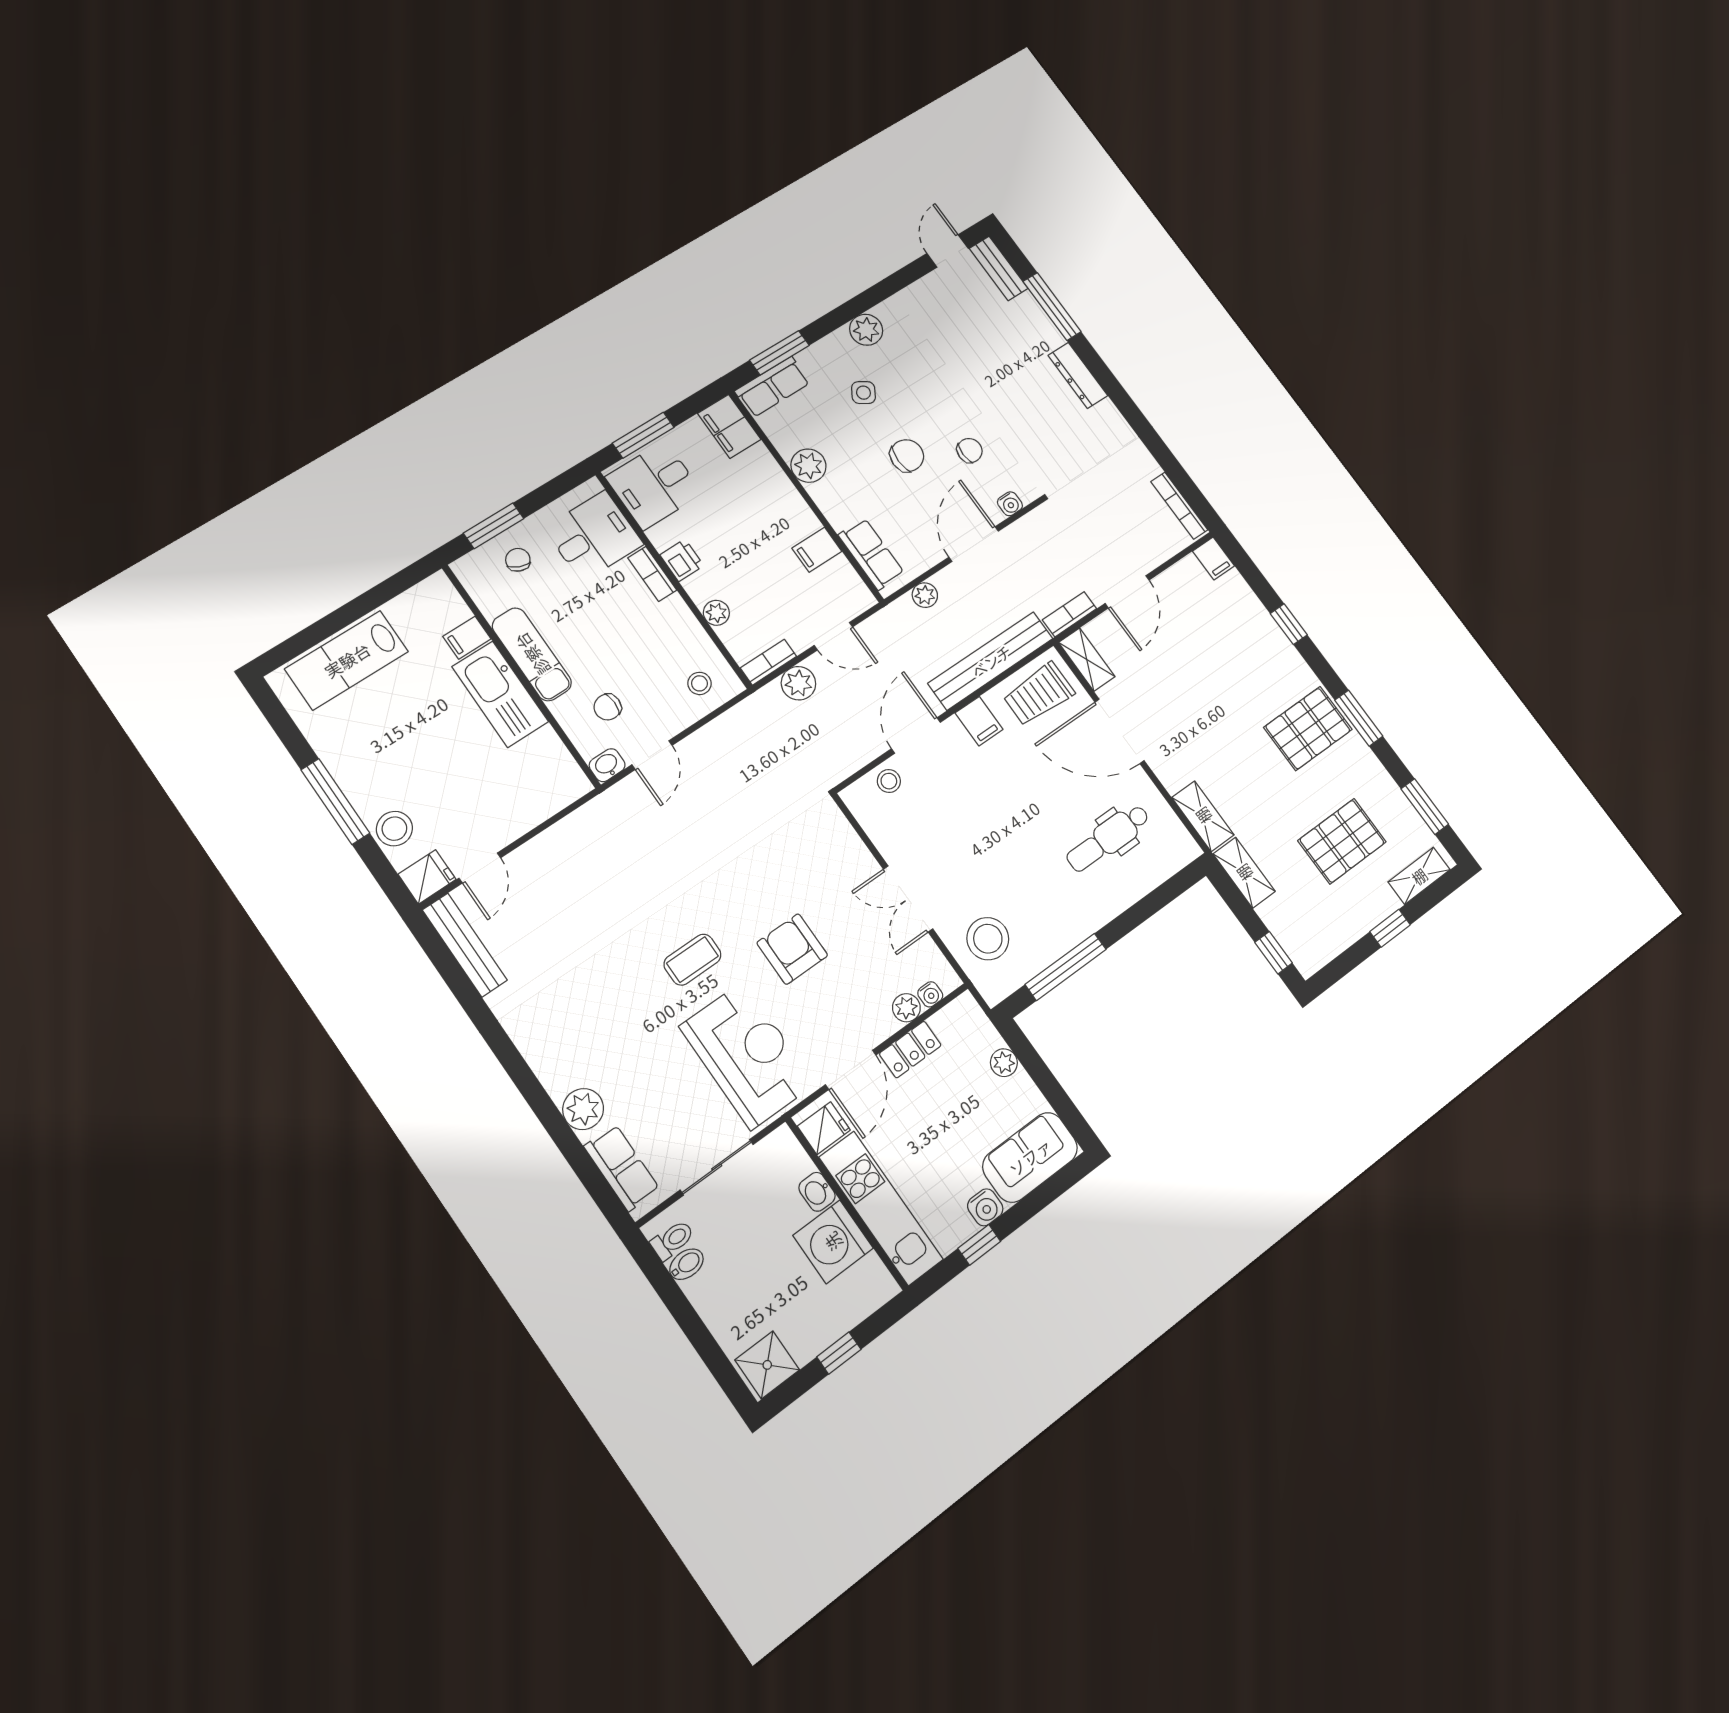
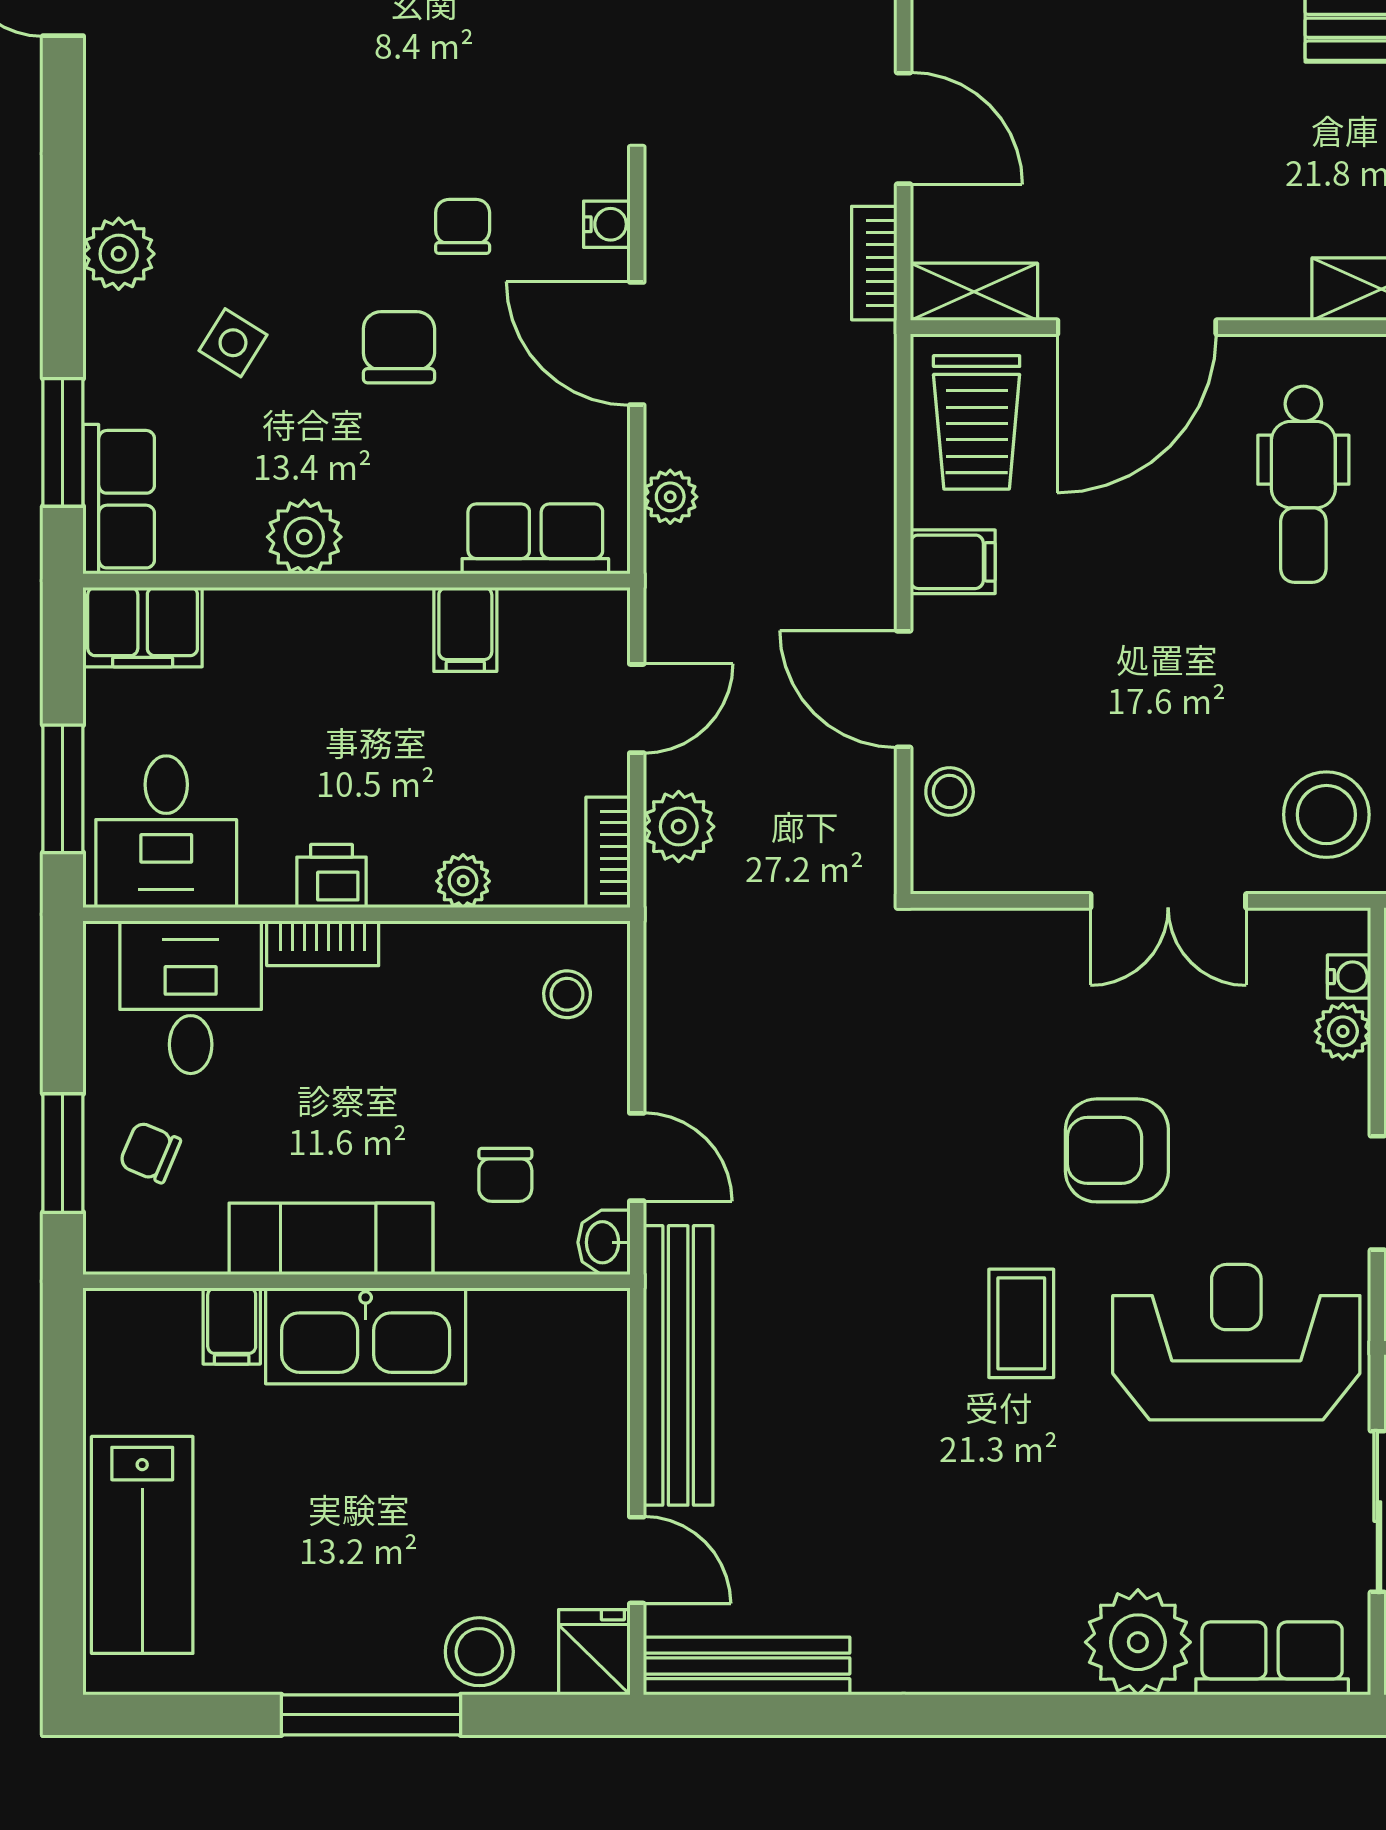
bench: (991, 661) -> (678, 1365), moved
plant: (583, 1109) -> (1138, 1642), width x1.36, depth x1.36

